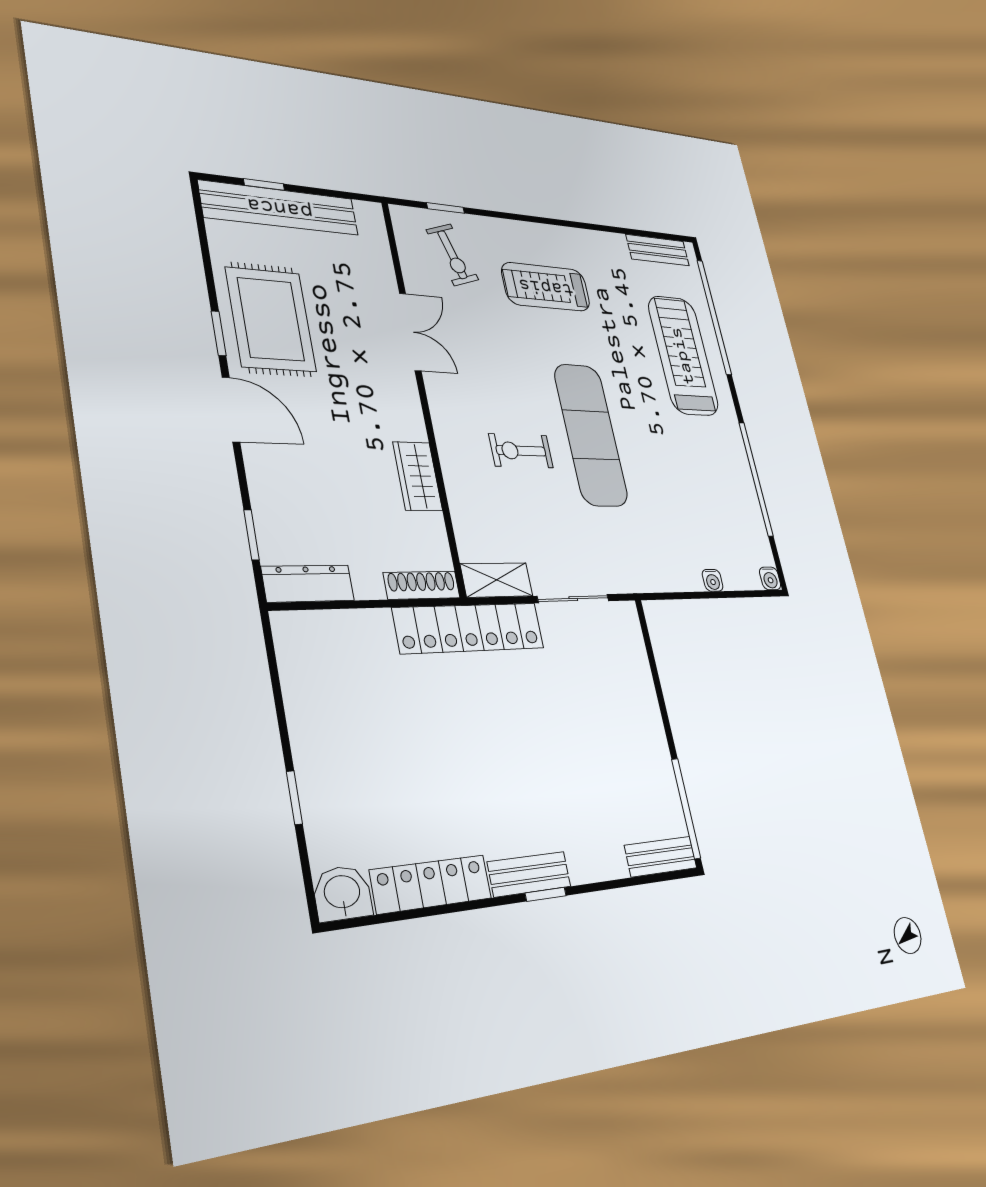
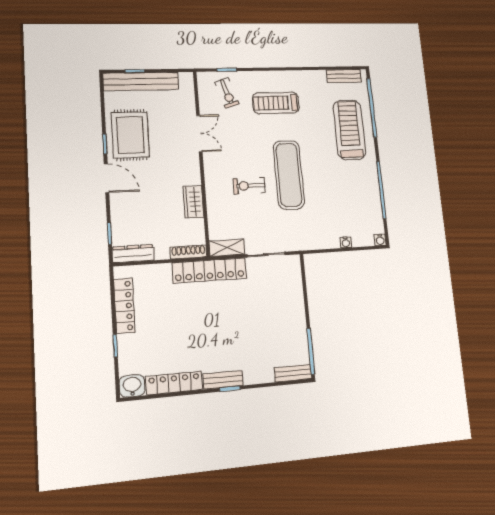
locker: (303, 703) -> (124, 306), added

